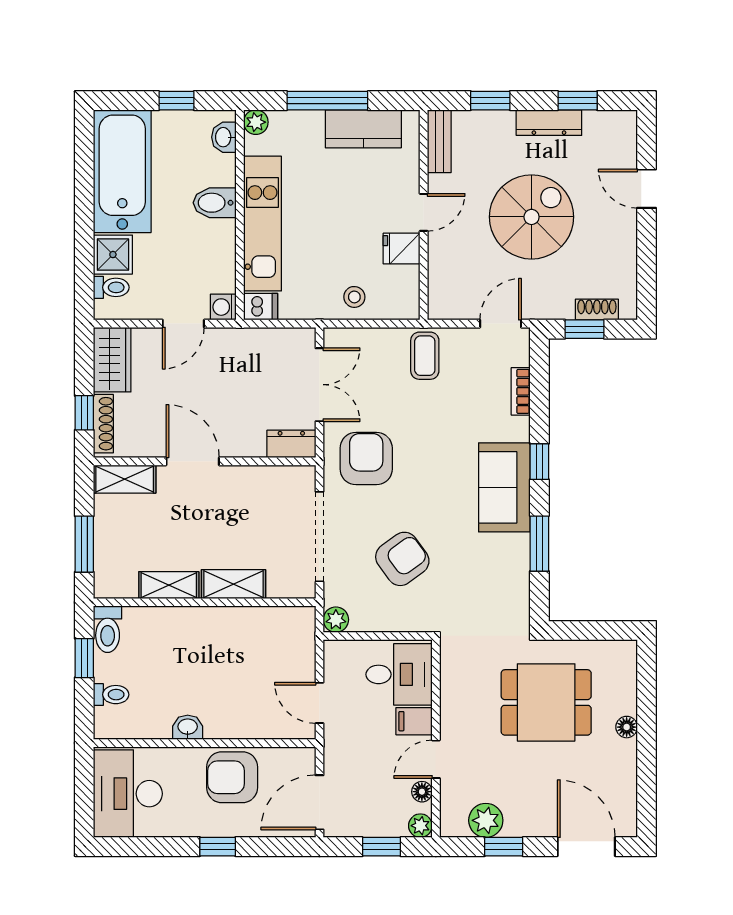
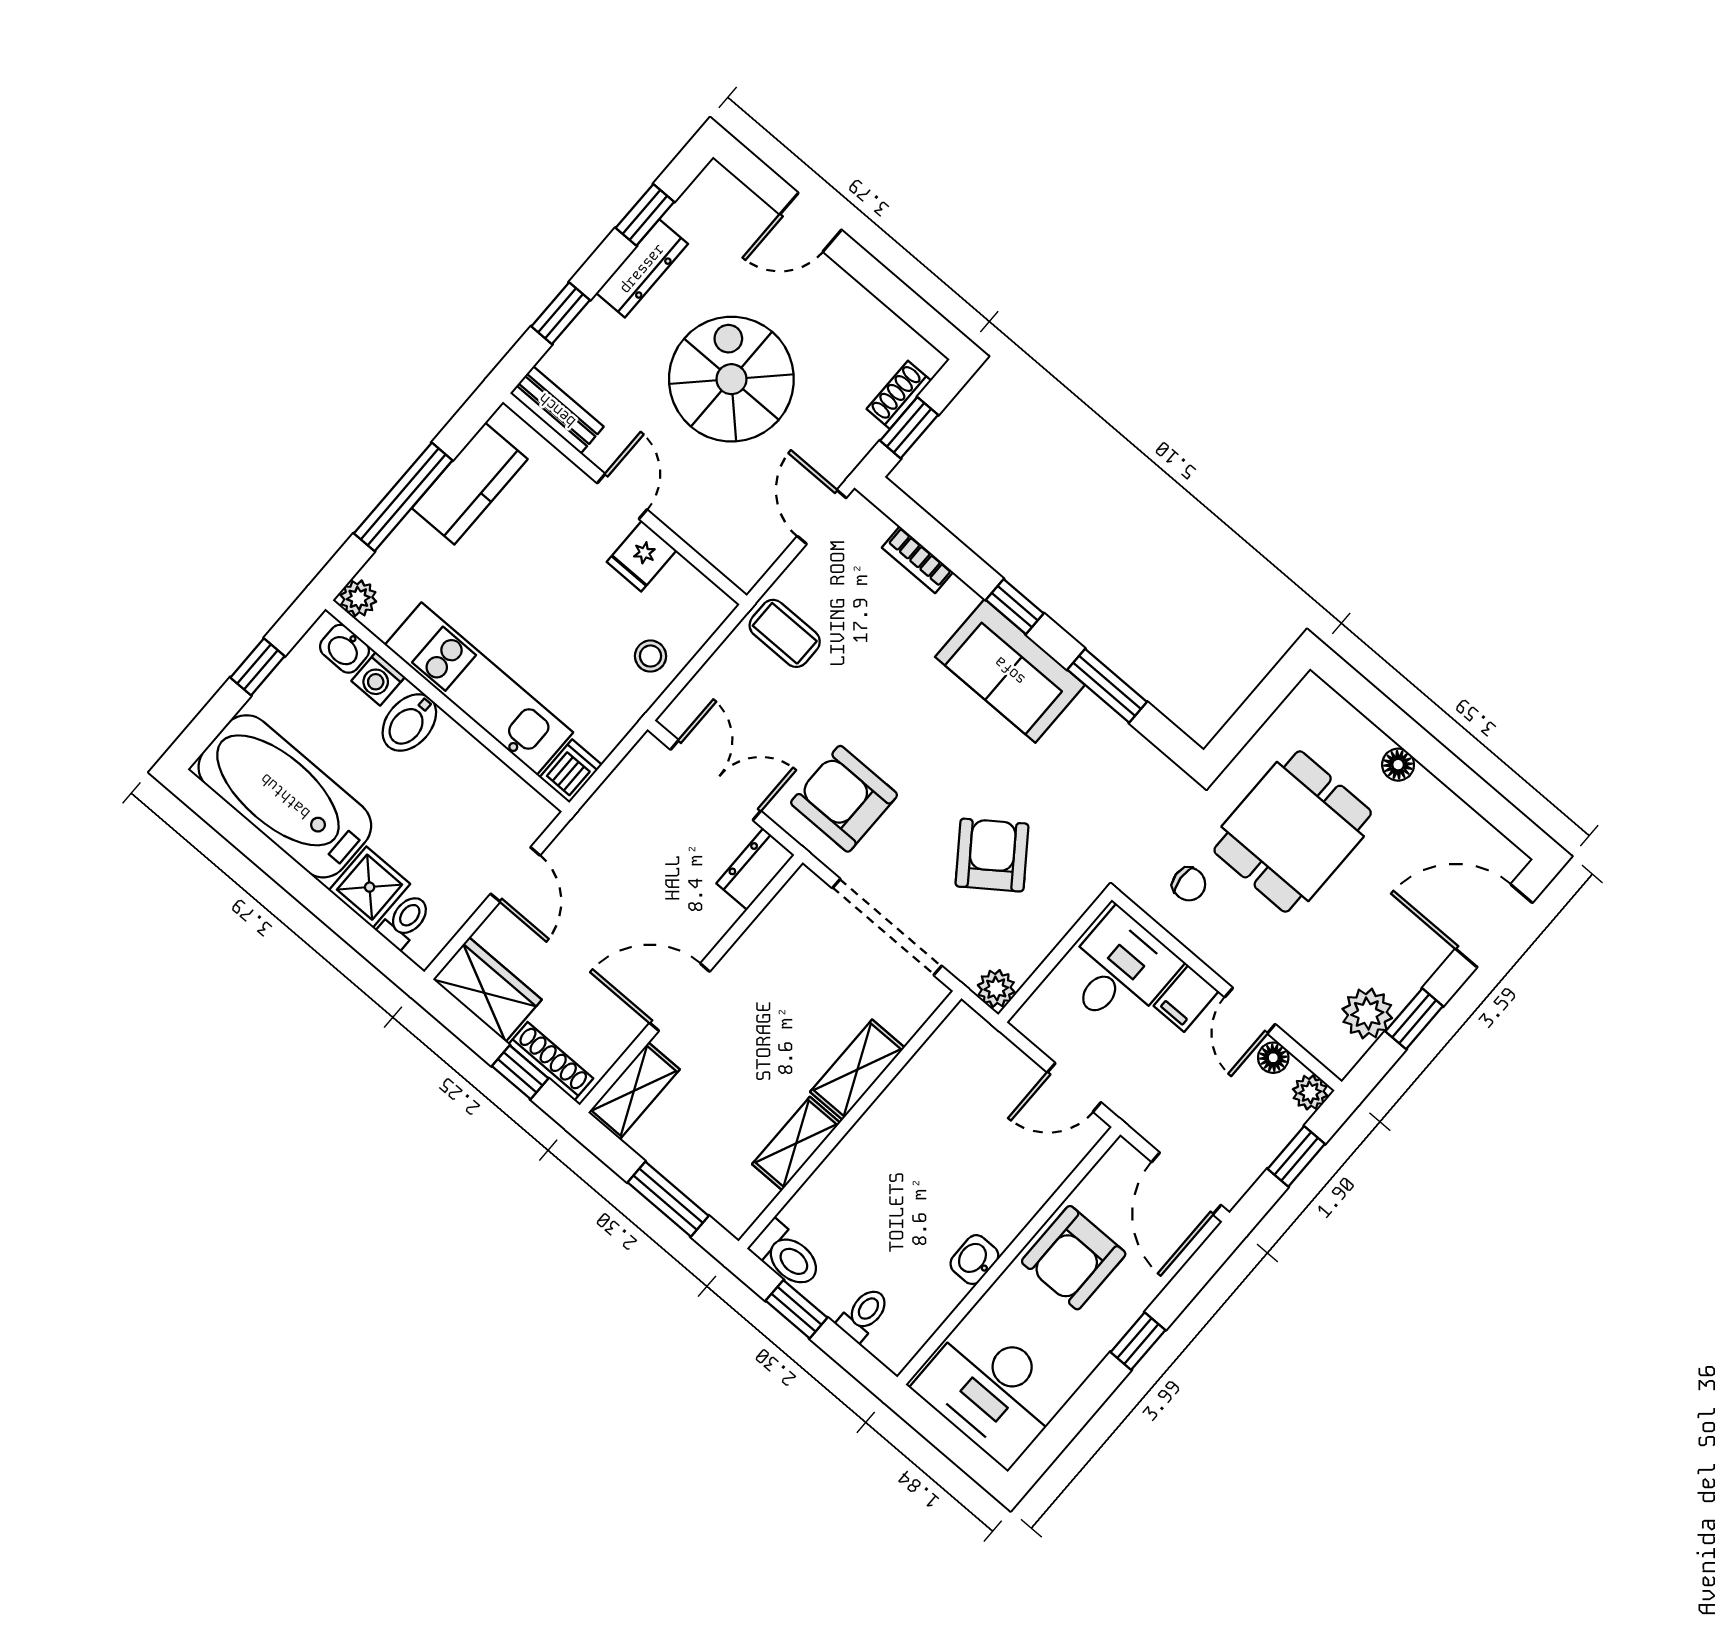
washing machine: (223, 307) -> (378, 679), moved
chair: (474, 672) -> (1189, 884), added

